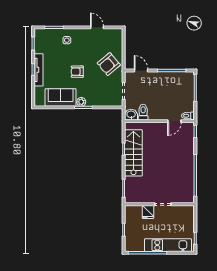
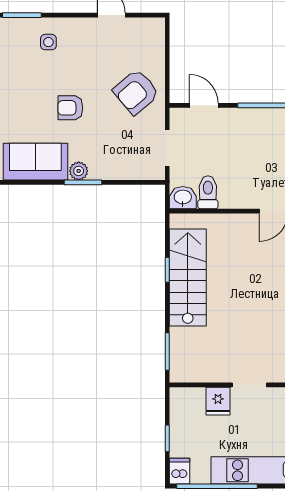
dishwasher: (130, 245) -> (180, 471), added

